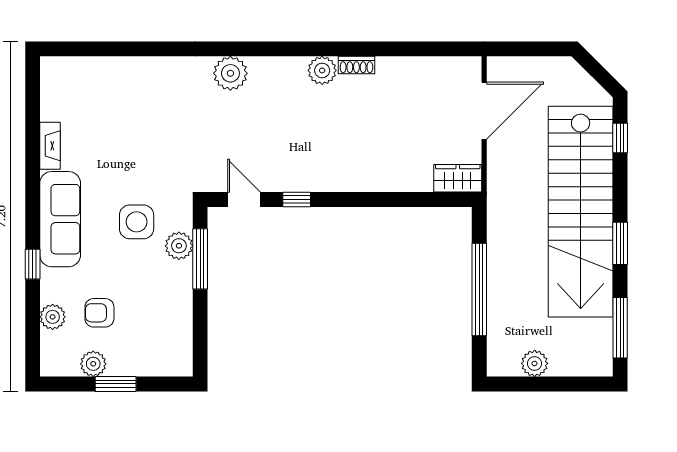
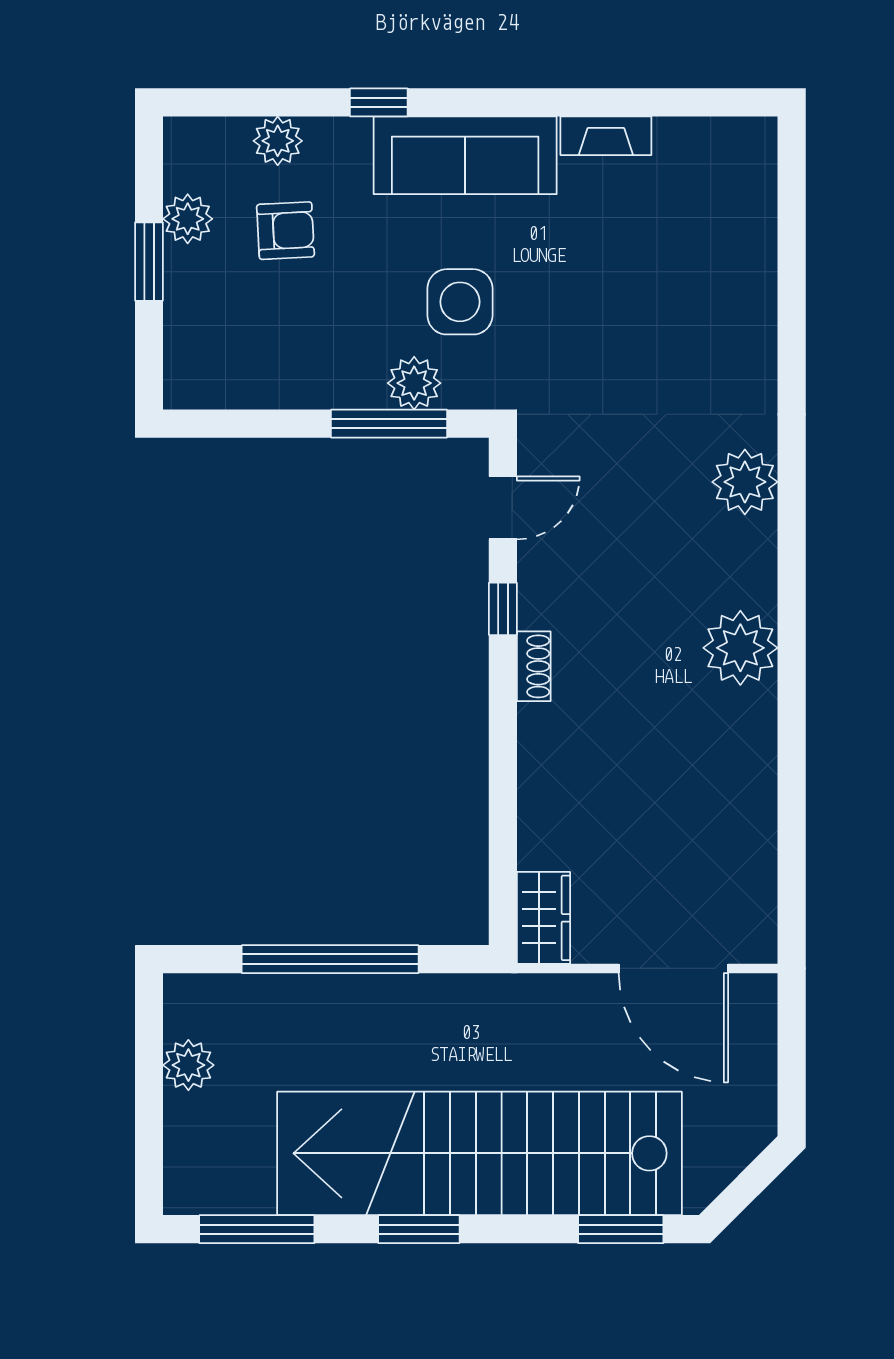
shoe rack: (356, 65) -> (534, 666), moved, turned 180
plant: (322, 70) -> (740, 648), width x1.36, depth x1.36
window: (620, 138) -> (621, 1229), width x1.50
armchair: (99, 313) -> (286, 231), turned 87

